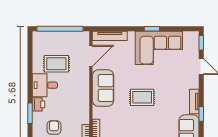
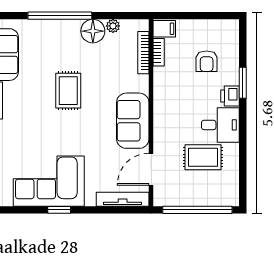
rug: (142, 97) -> (68, 91), moved, turned 90

